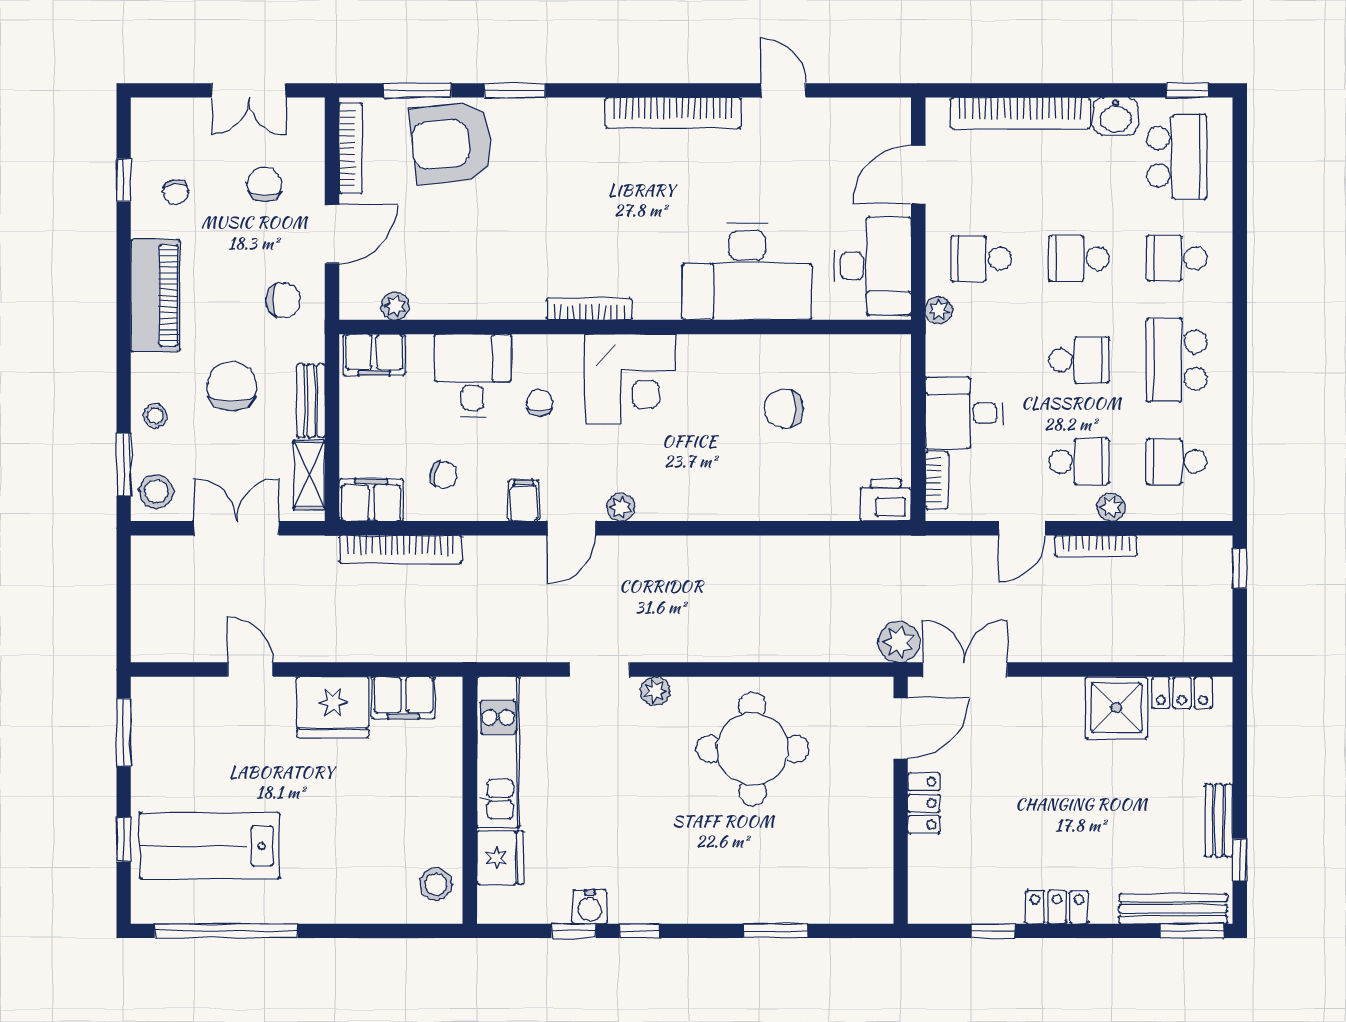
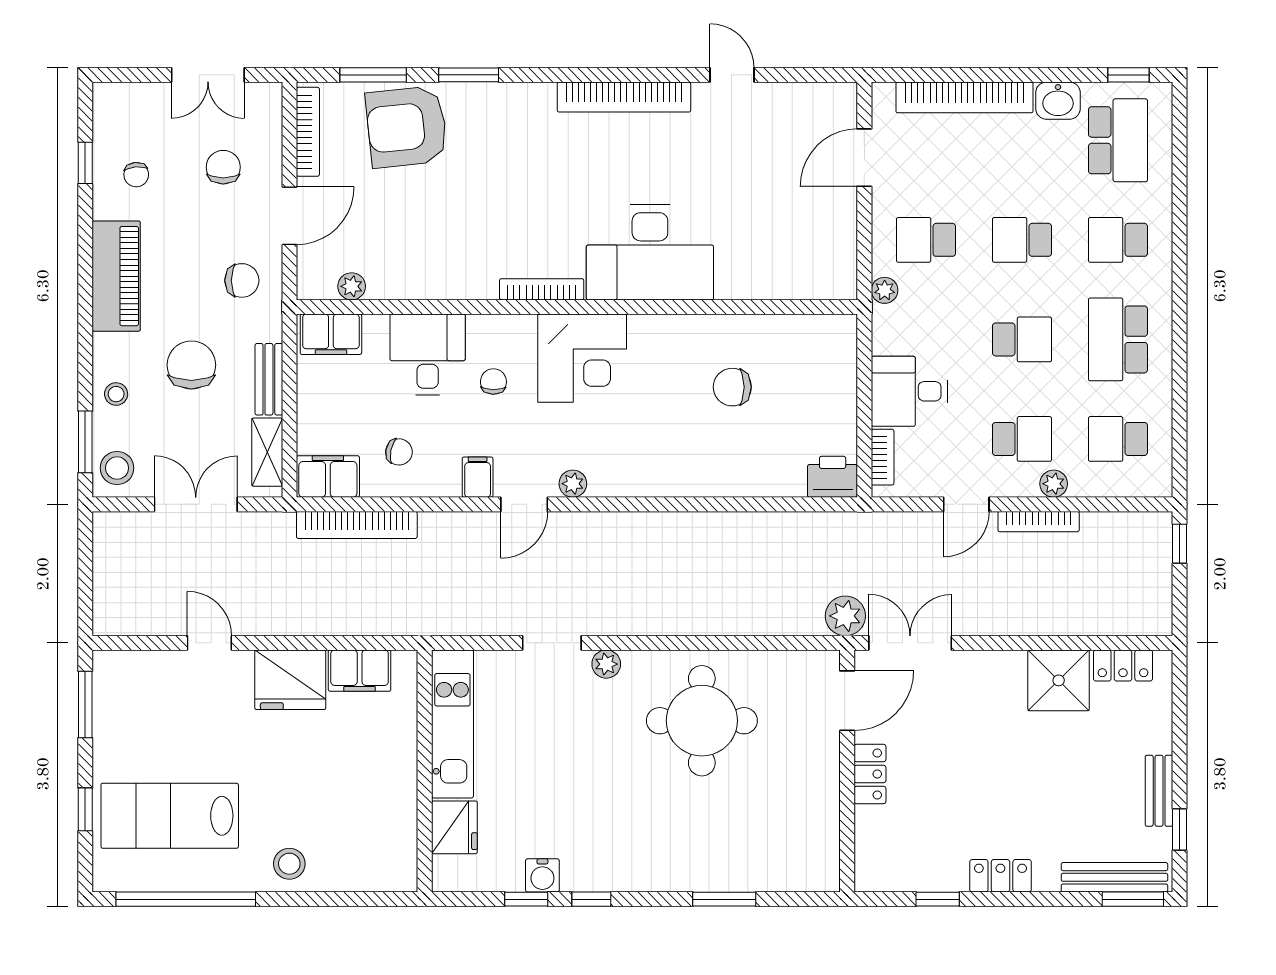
desk: (873, 266) -> (820, 247), removed
desk: (747, 271) -> (650, 252), moved
stool: (436, 884) -> (289, 864), moved

